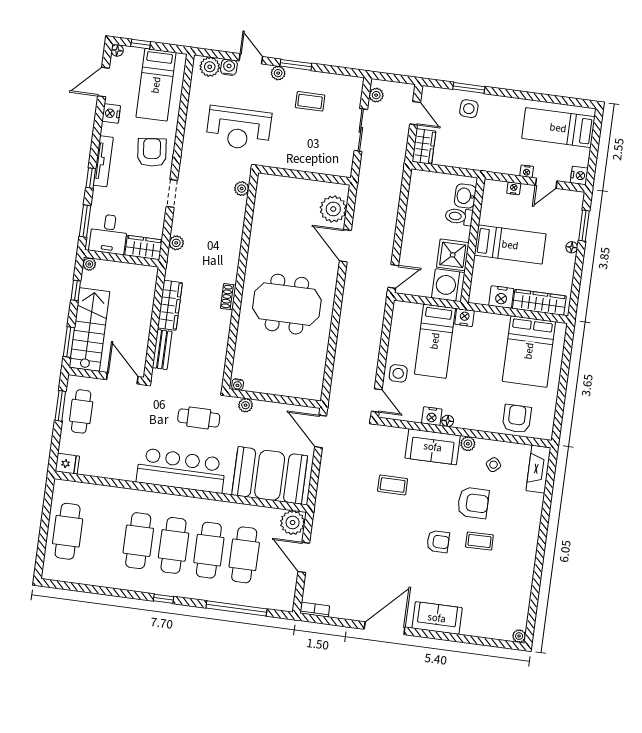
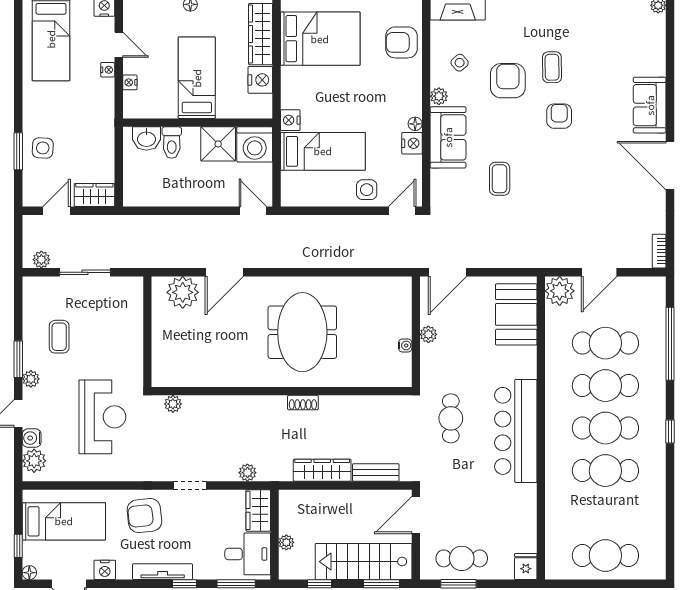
plant: (89, 264) -> (286, 542), moved
water cooler: (238, 384) -> (405, 345), moved
plant: (246, 405) -> (428, 334), moved
booth: (270, 475) -> (516, 314), width x0.73, depth x0.70

